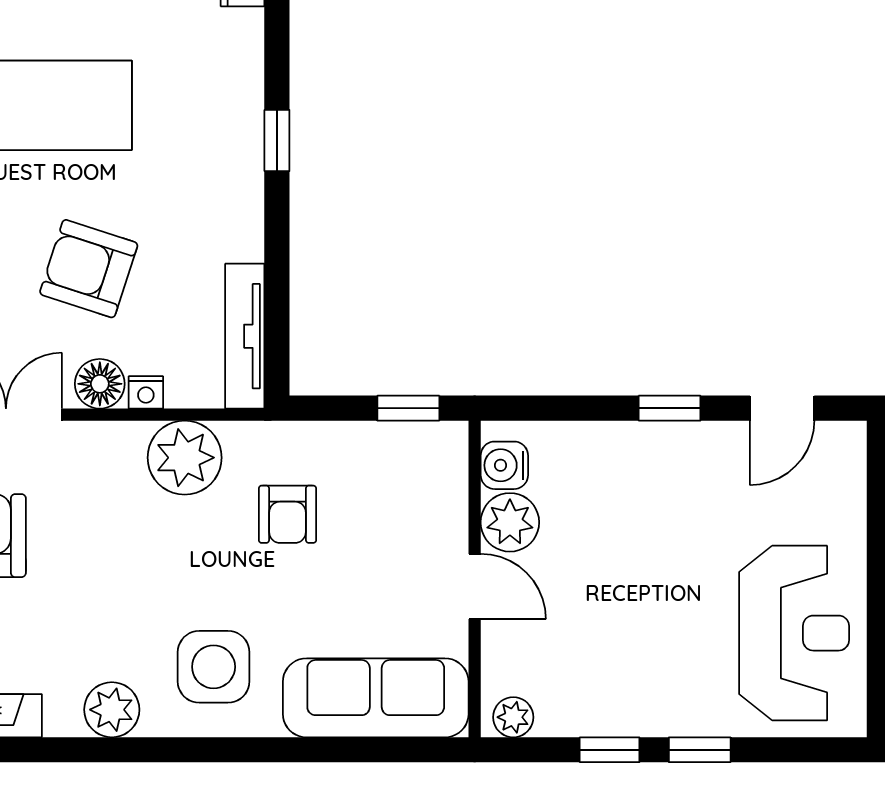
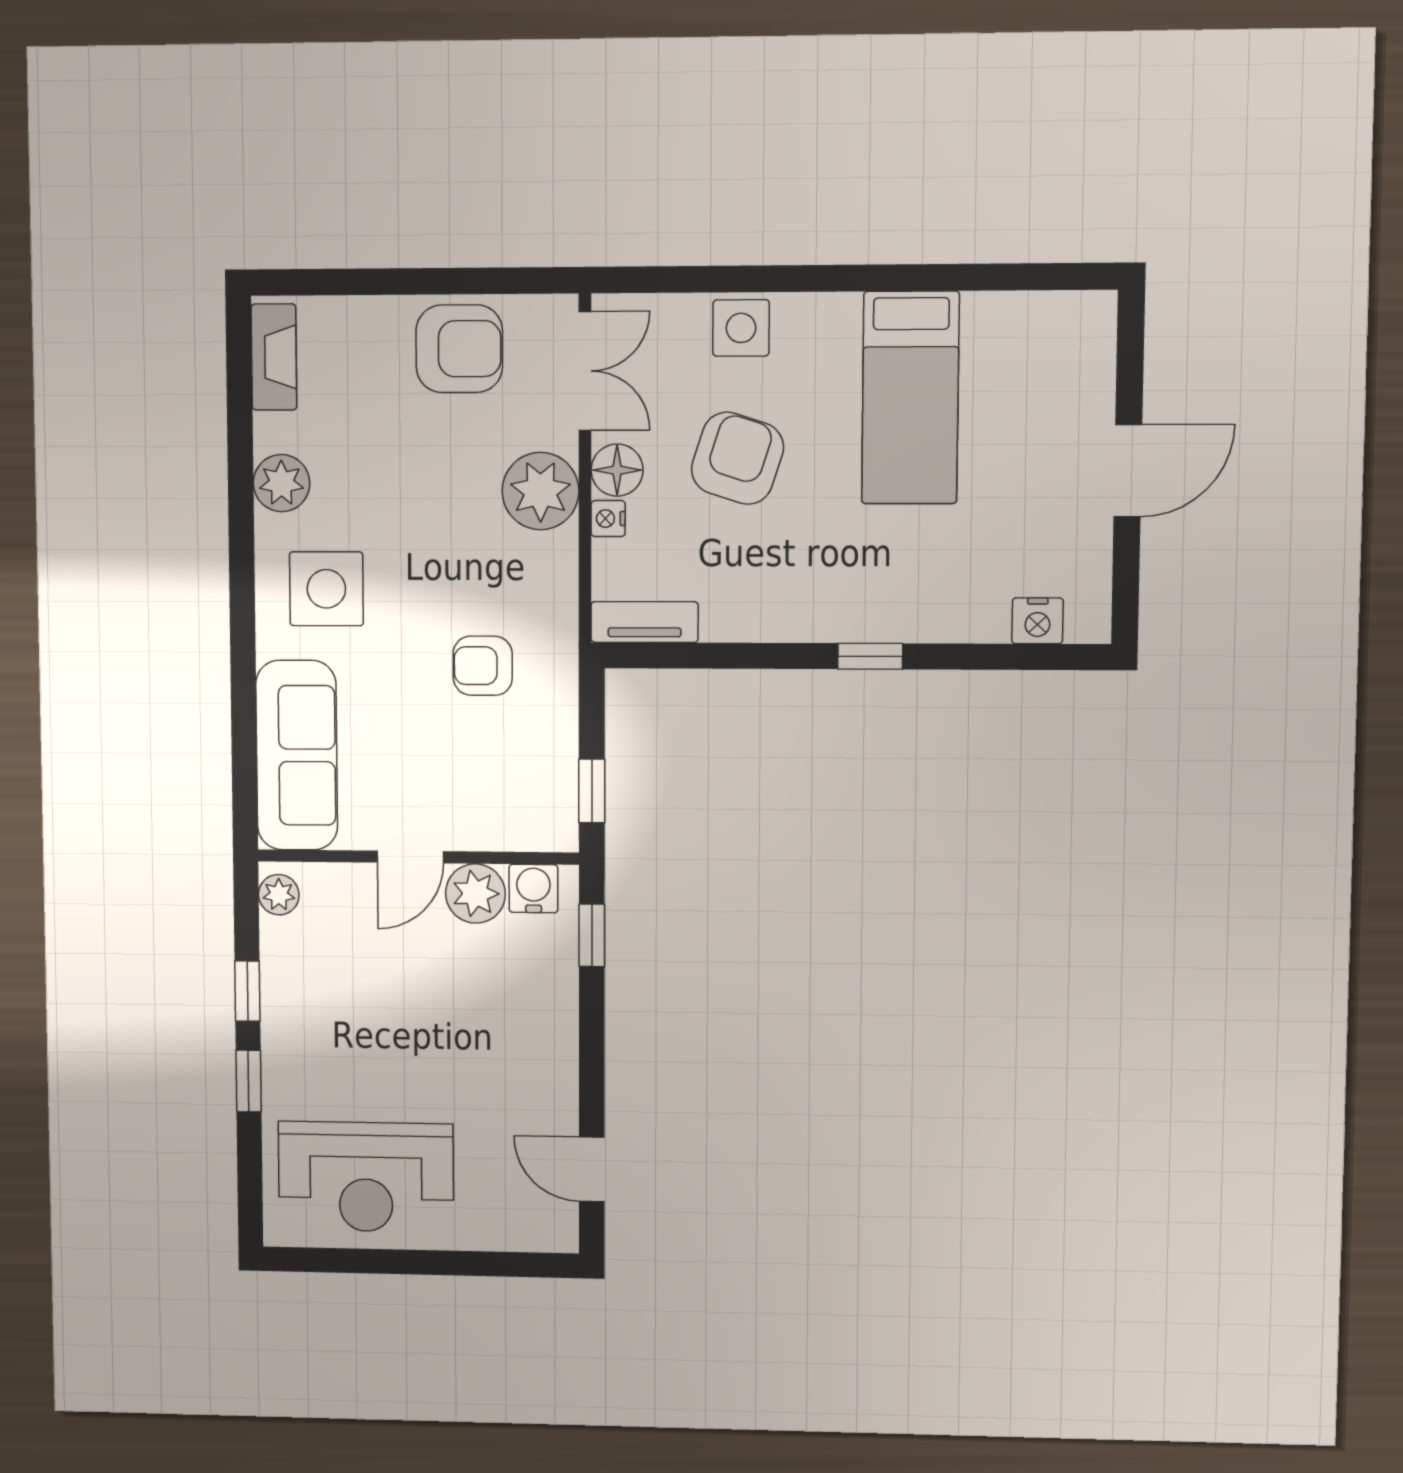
tv unit: (245, 336) -> (644, 622), width x0.71
window: (670, 408) -> (592, 935), moved
plant: (185, 458) -> (541, 491), moved

